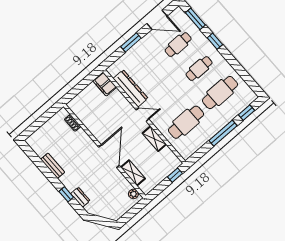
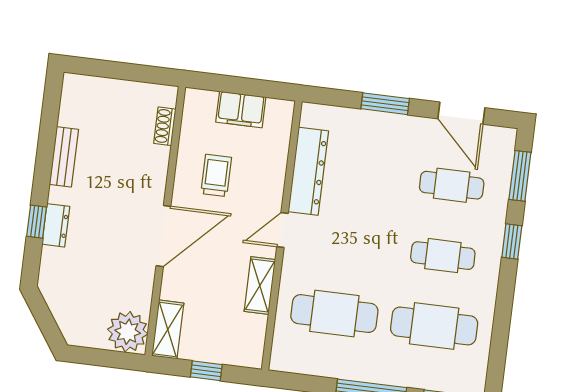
filing cabinet: (105, 84) -> (241, 109), moved, turned -90
door: (143, 115) -> (282, 230), swing flipped
trolley: (104, 120) -> (216, 175), added
shelving: (133, 173) -> (168, 330), moved
window: (175, 175) -> (206, 371), moved
plant: (133, 194) -> (128, 332), width x1.88, depth x1.88
dresser: (80, 197) -> (56, 225), moved

